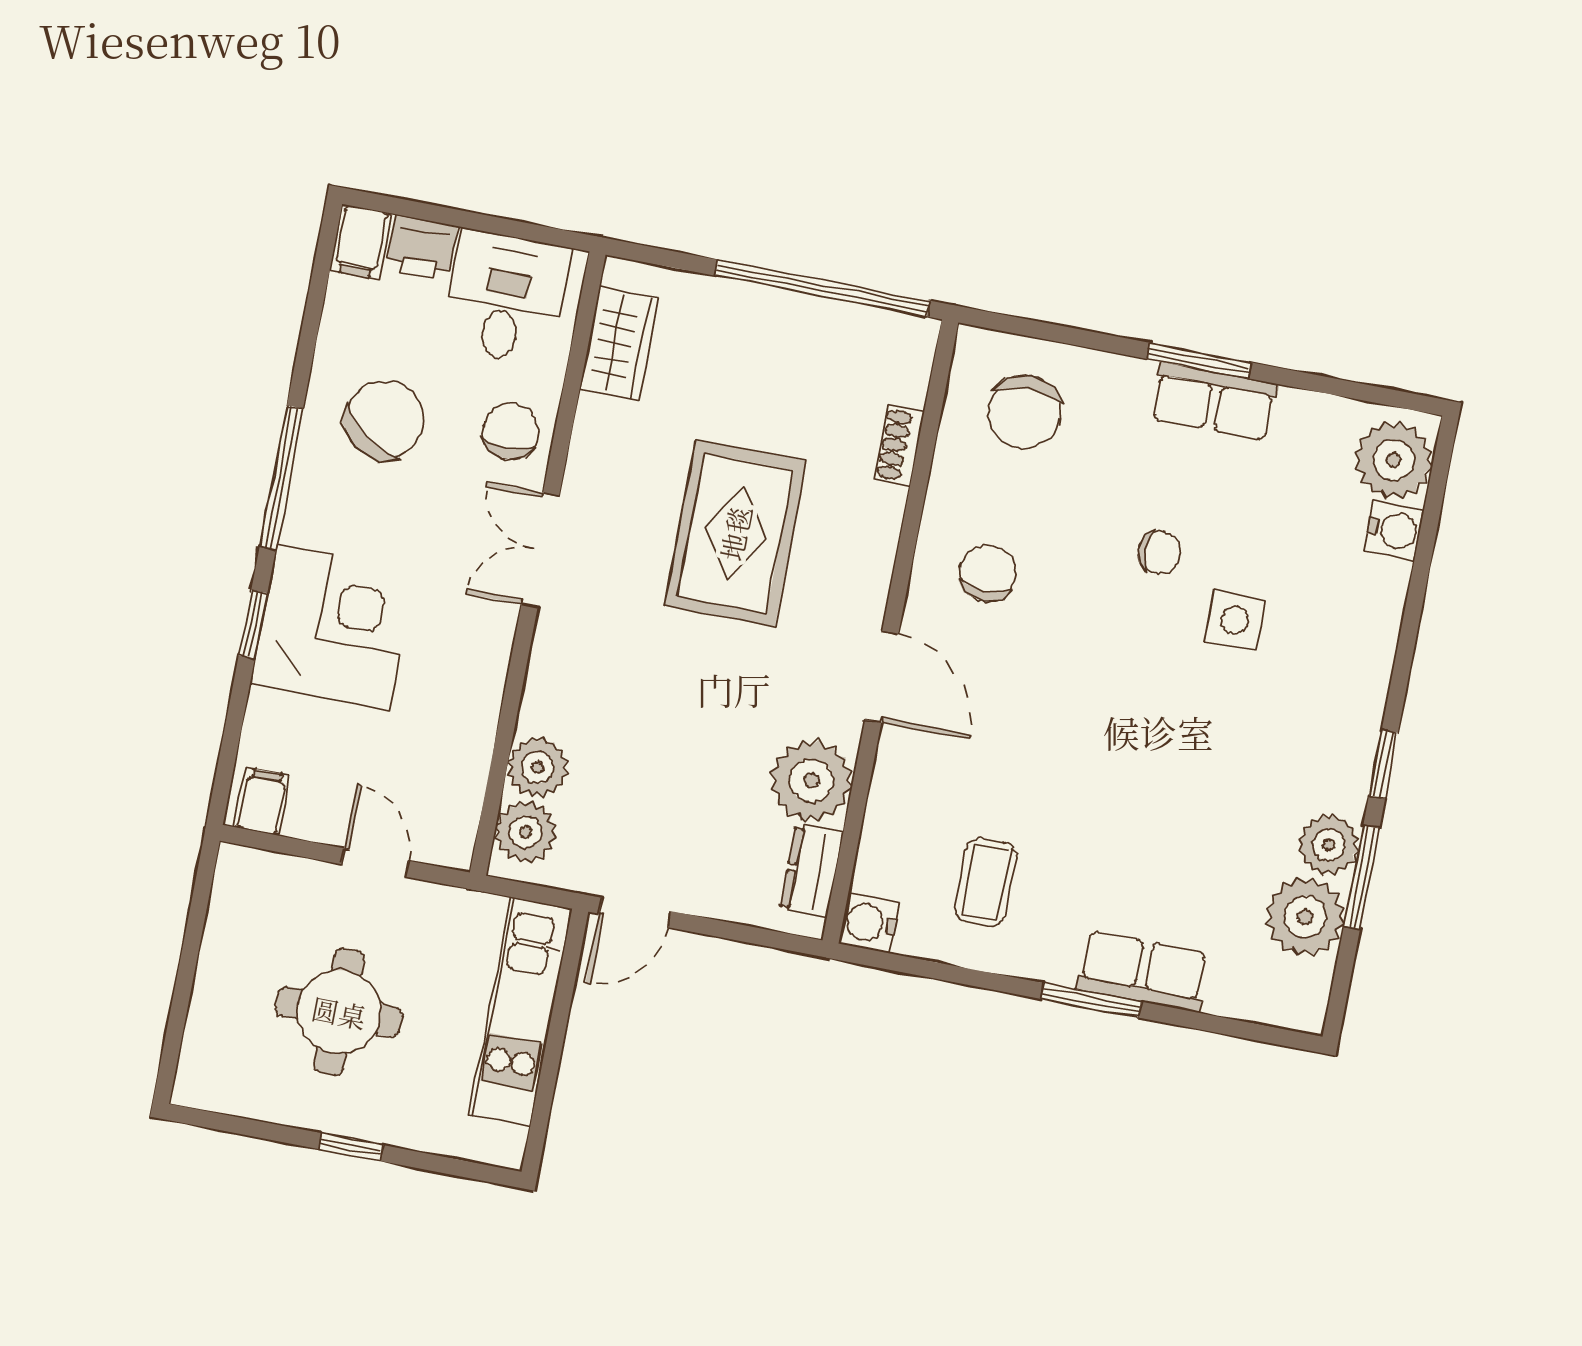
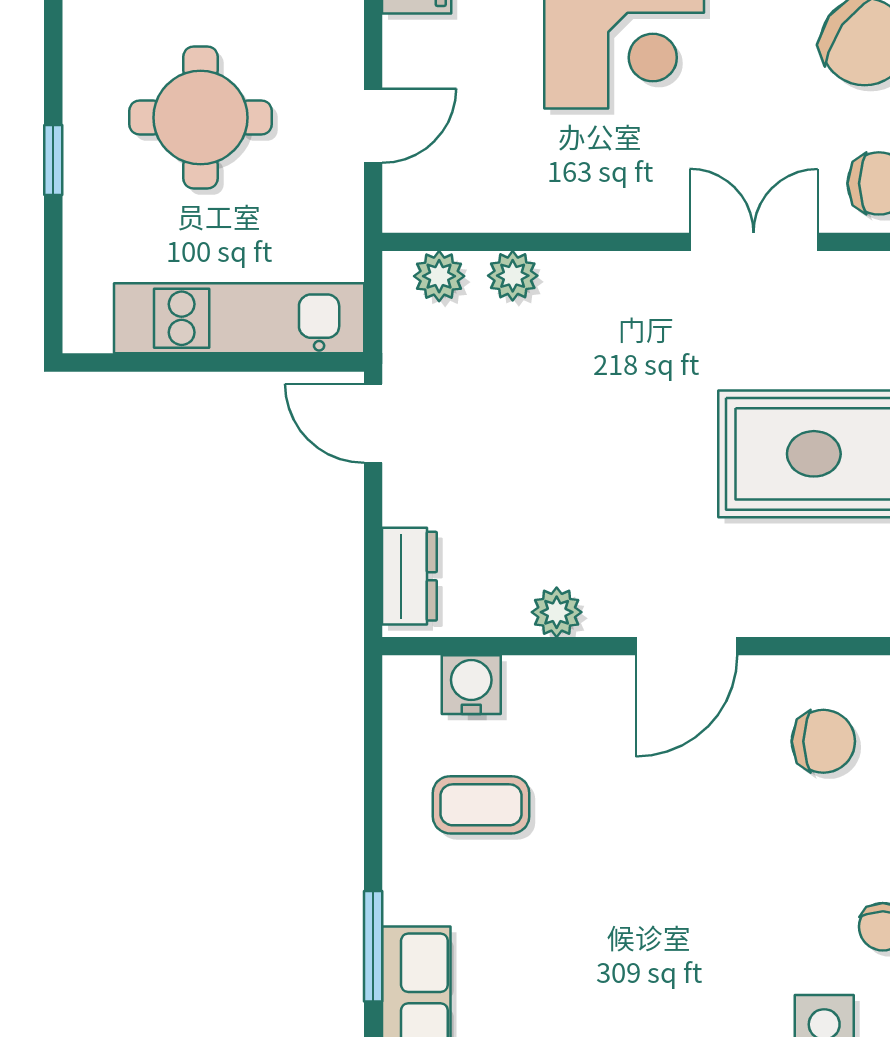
plant: (538, 767) -> (513, 276), width x0.73, depth x0.73
plant: (811, 781) -> (557, 612), width x0.53, depth x0.53
plant: (526, 832) -> (439, 276), width x0.73, depth x0.73
dresser: (811, 871) -> (409, 576), moved, turned 90
water cooler: (869, 923) -> (471, 685), moved

